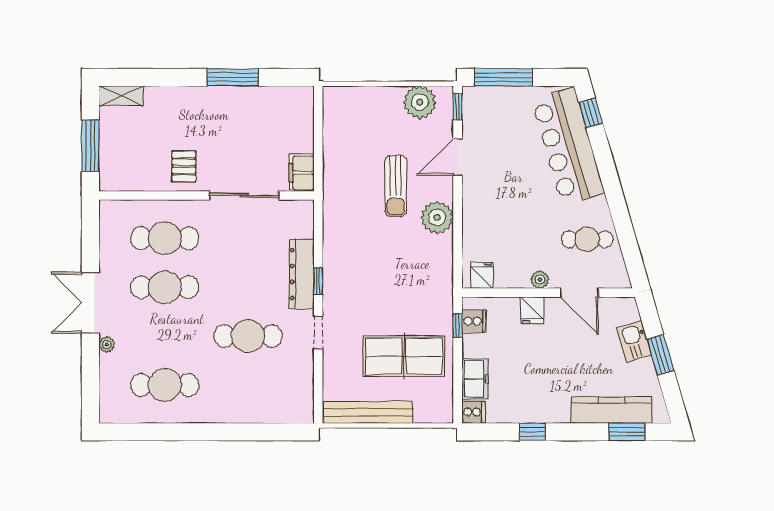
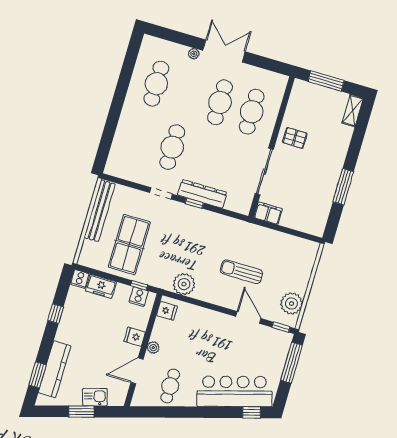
plant: (437, 217) -> (184, 284), moved

